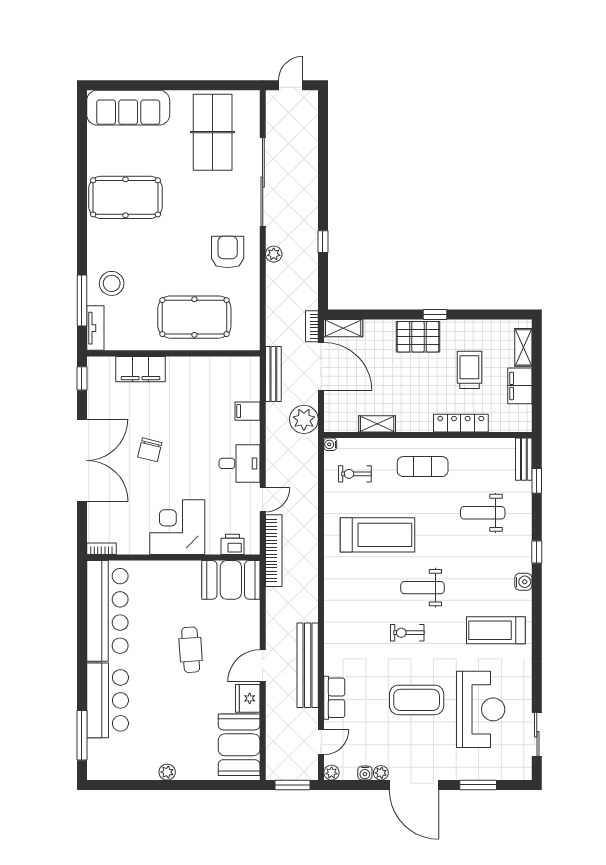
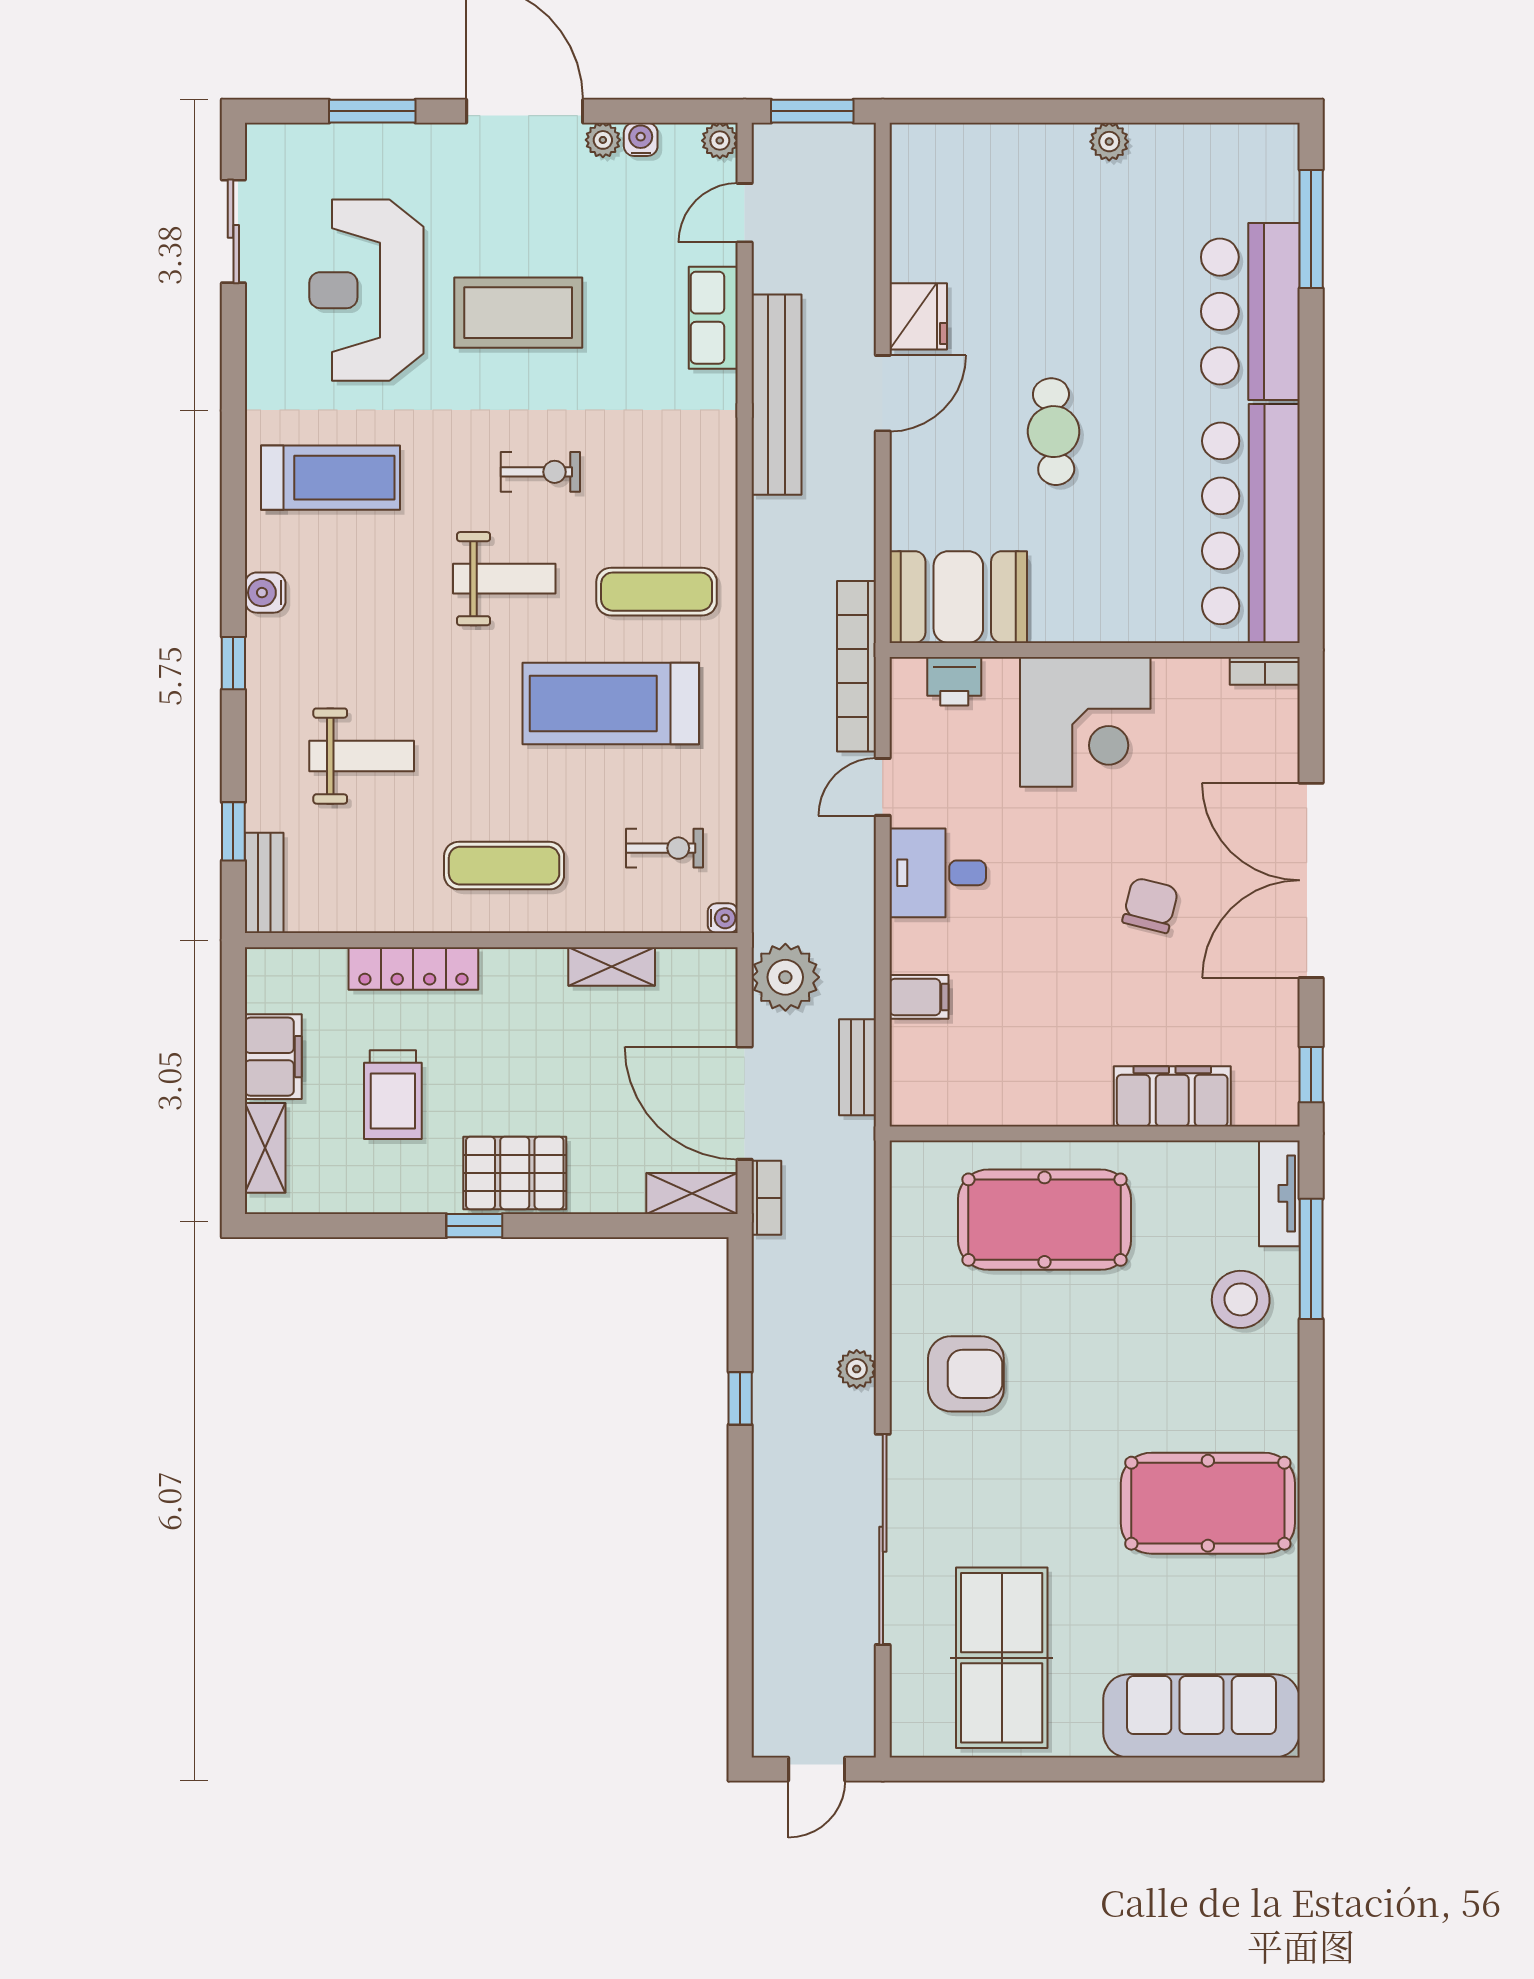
armchair: (228, 252) -> (966, 1374), turned -90
bench: (273, 374) -> (858, 1067), width x0.73
exercise mat: (358, 582) -> (657, 592), added
booth: (239, 745) -> (939, 206), removed

